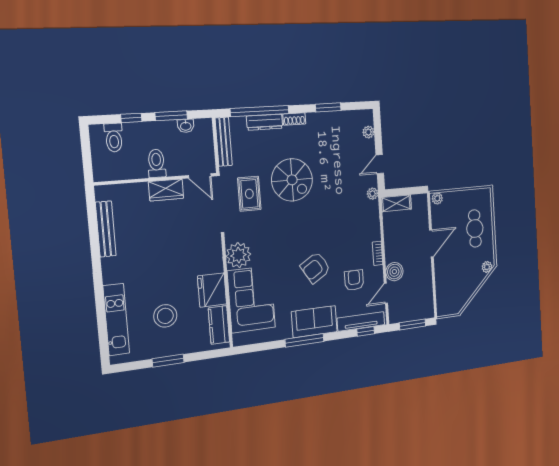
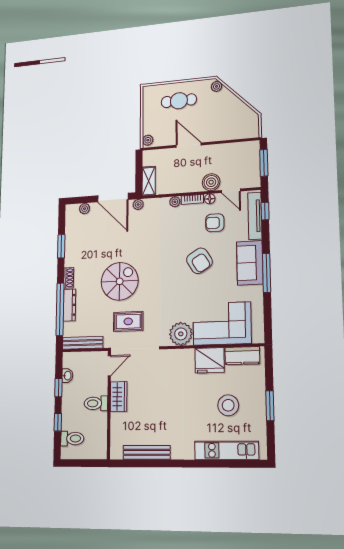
window: (171, 116) -> (58, 388), width x0.67
door: (380, 164) -> (113, 198), width x1.88
plant: (375, 234) -> (175, 202), added
floor lamp: (378, 272) -> (210, 199), added

